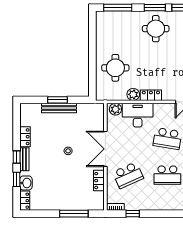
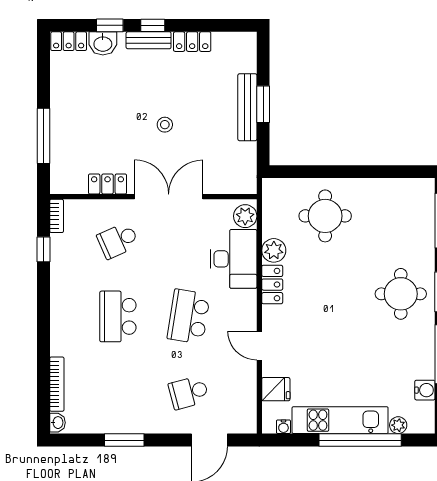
school desk: (128, 175) -> (118, 240), width x0.54

